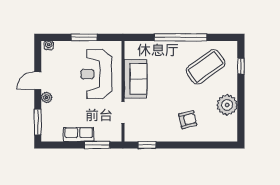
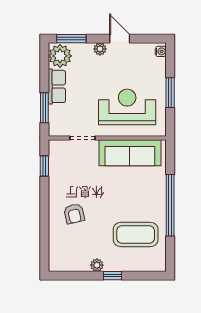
window: (241, 66) -> (113, 276), moved
coffee table: (206, 67) -> (136, 234), turned -54
sofa: (136, 79) -> (130, 153), width x1.36
plant: (227, 105) -> (97, 265), width x0.53, depth x0.53
plant: (53, 132) -> (60, 56), added

